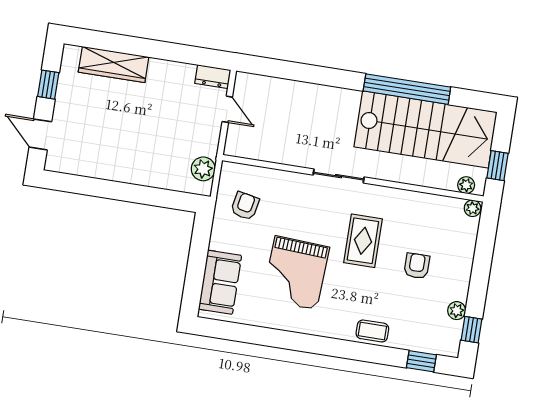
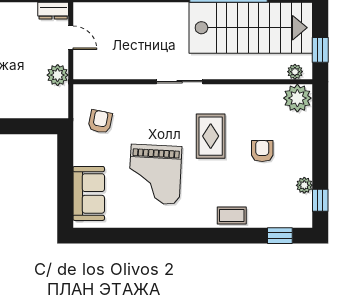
plant: (203, 169) -> (58, 75), moved
plant: (473, 208) -> (297, 98), width x1.88, depth x1.88

